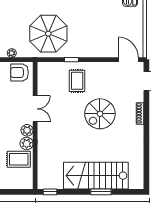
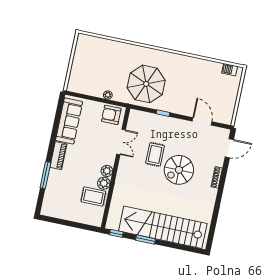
door: (128, 60) -> (202, 121), moved
rug: (77, 81) -> (155, 154), moved
double door: (35, 109) -> (121, 142), moved
stairs: (96, 176) -> (163, 227), width x1.36
window: (101, 192) -> (146, 240), moved

